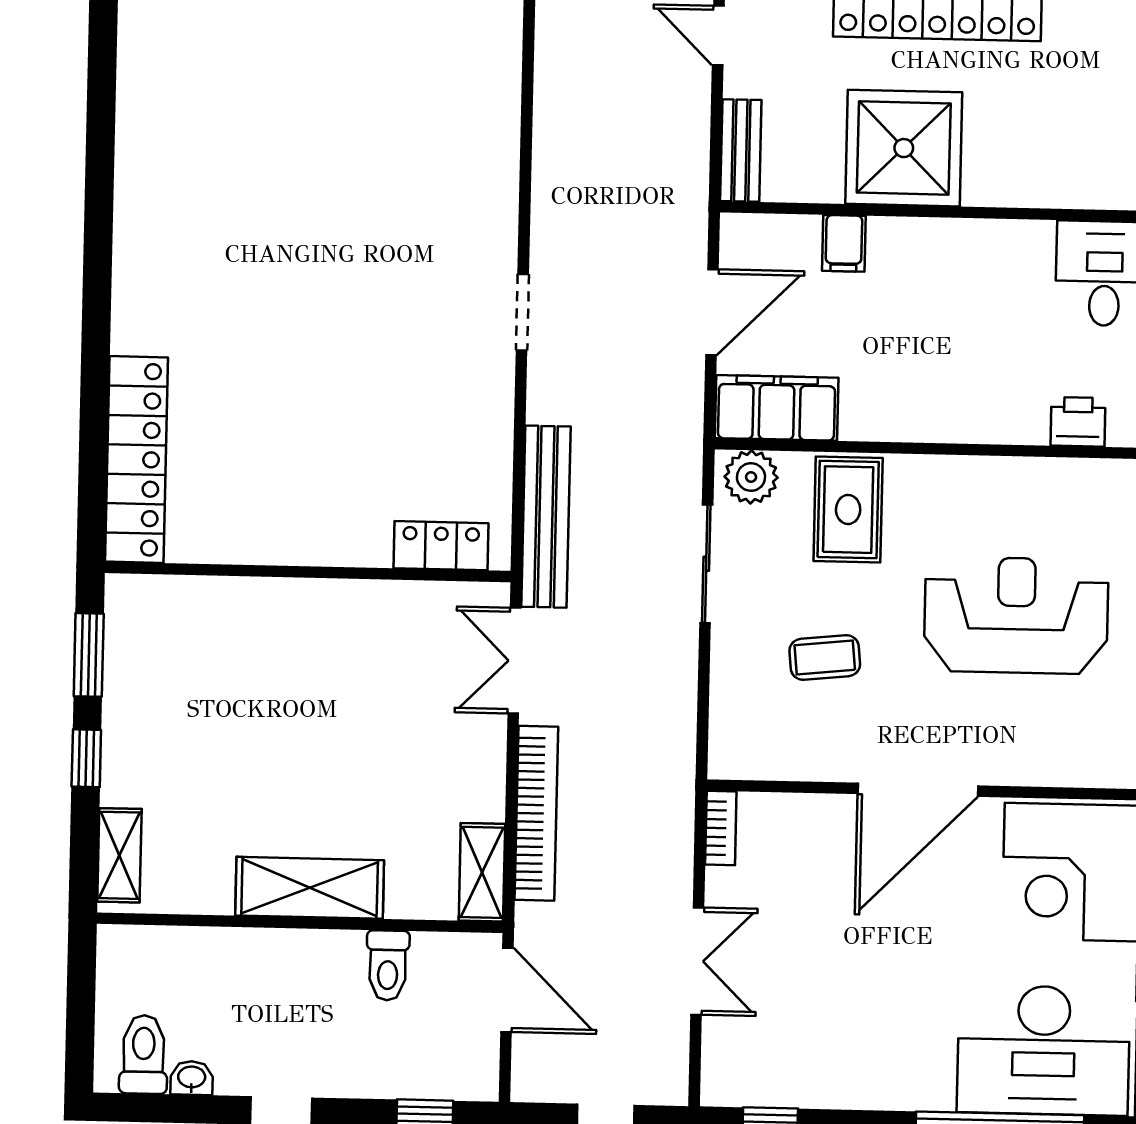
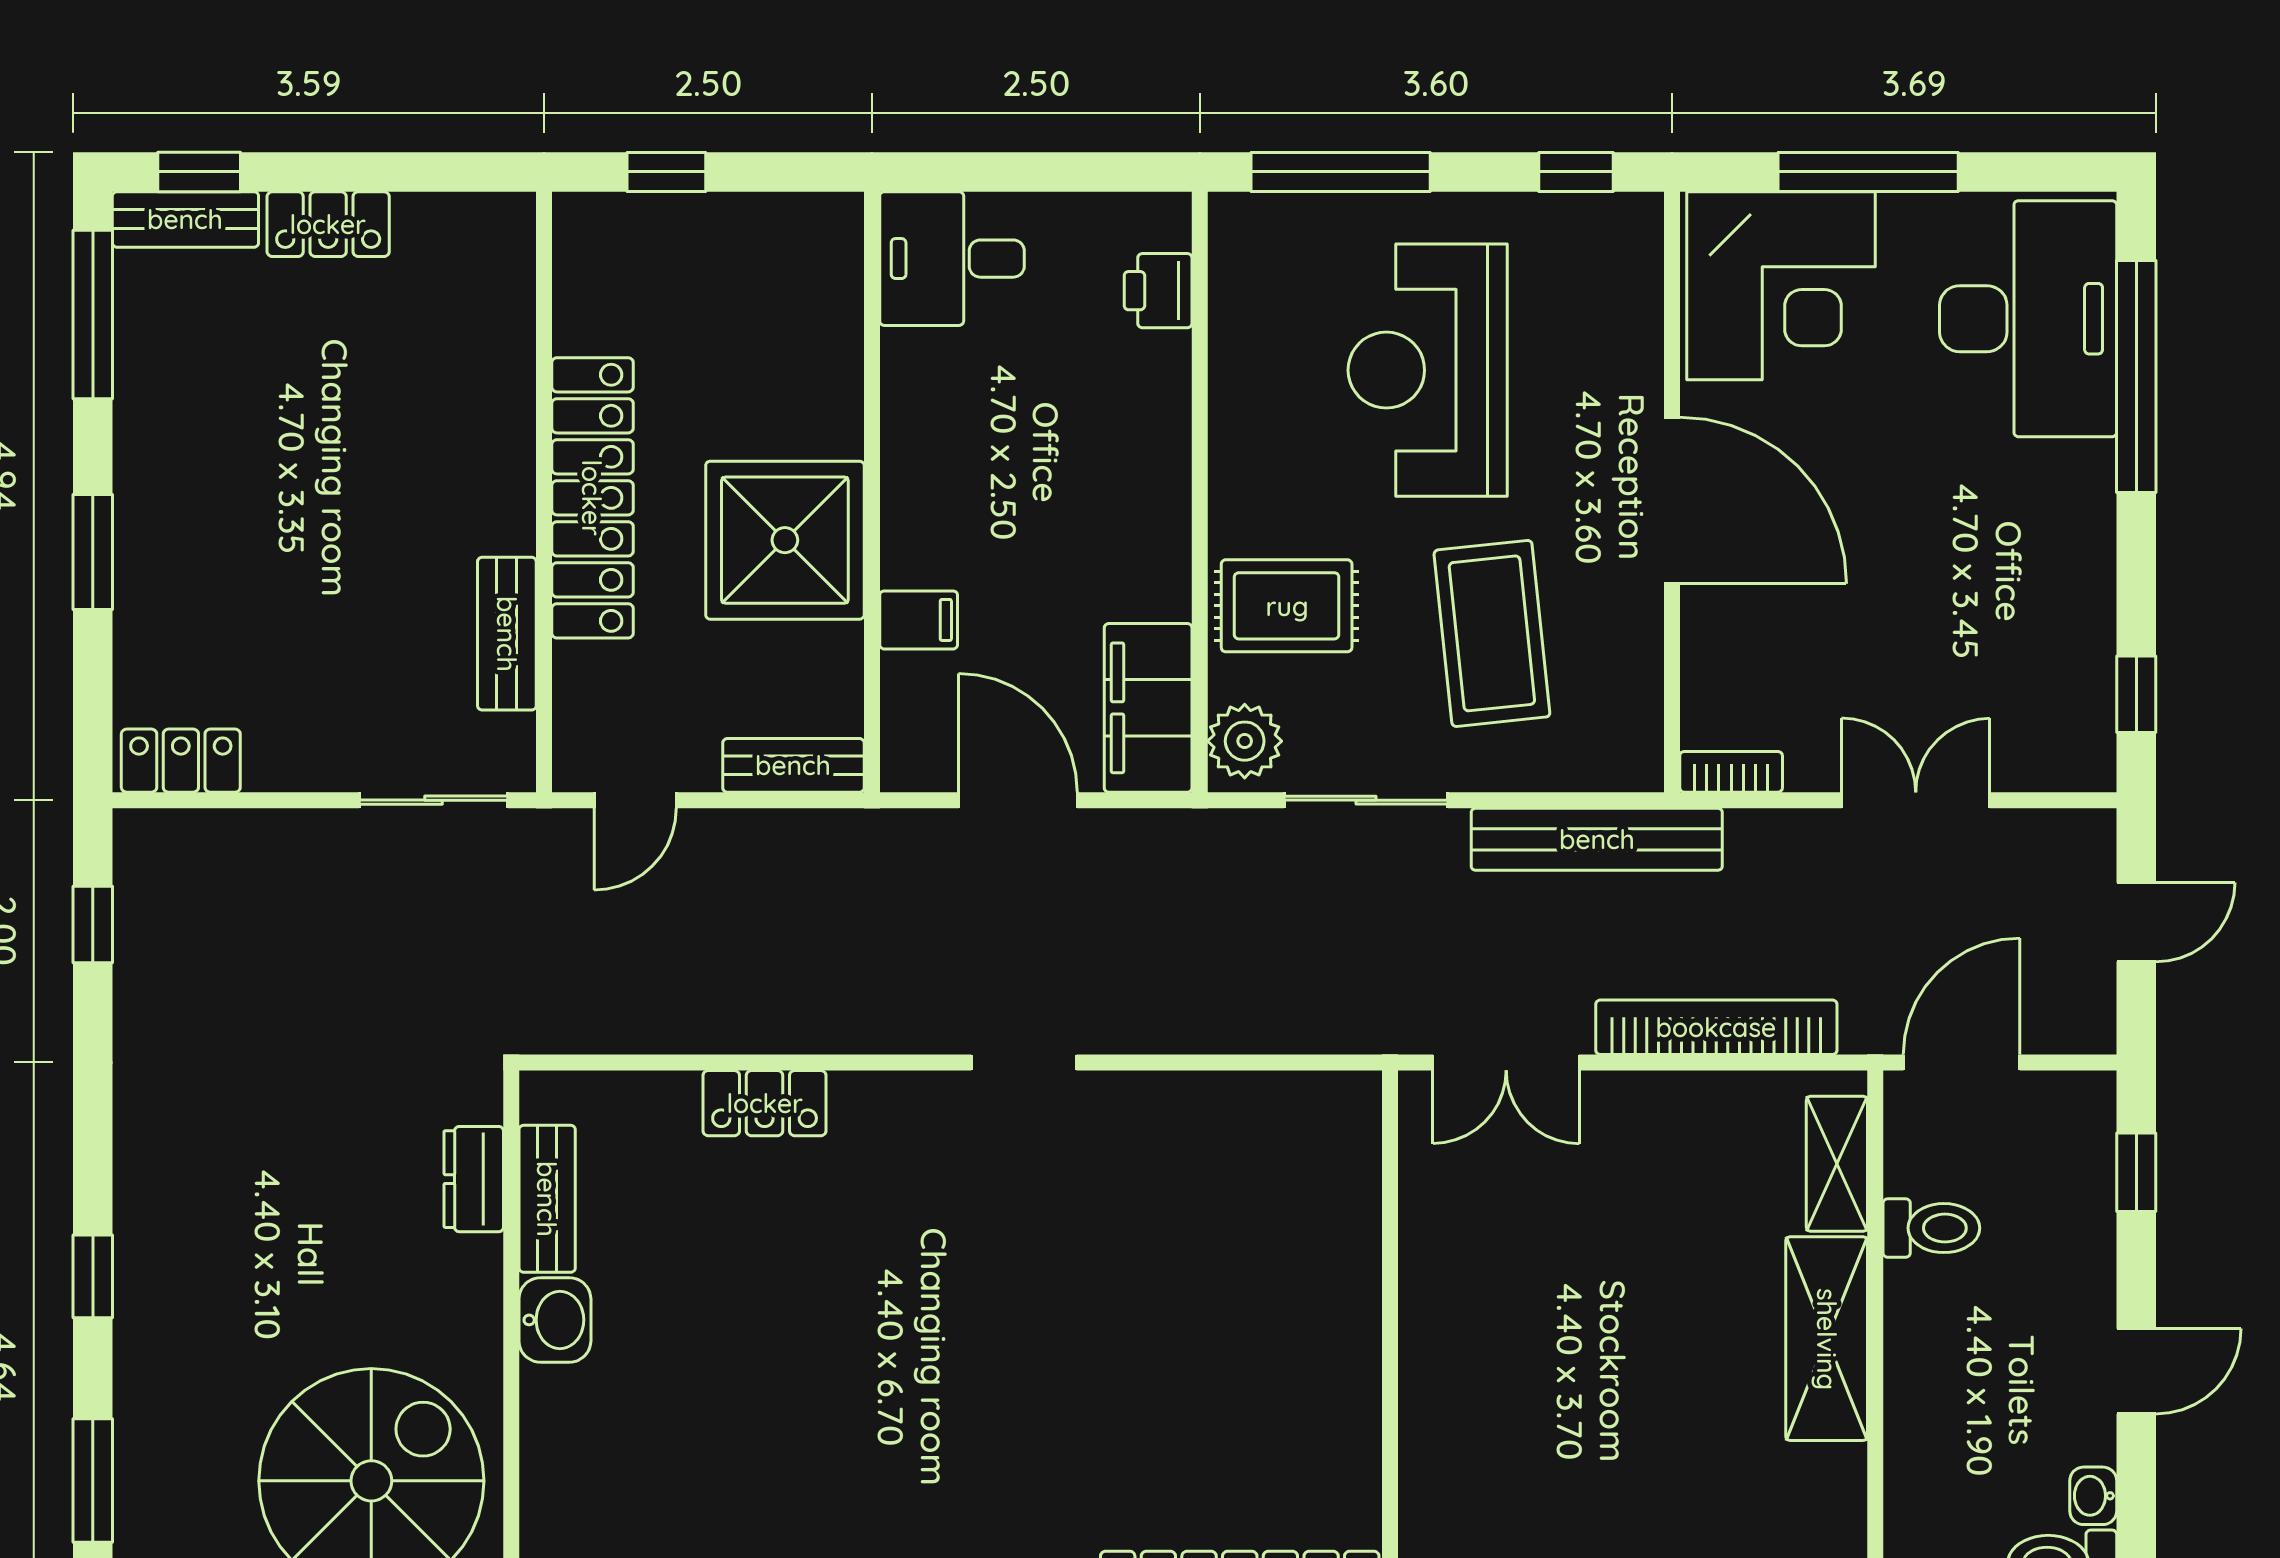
bench: (546, 517) -> (1597, 839), moved
locker: (441, 546) -> (765, 1103), moved, turned -90
coffee table: (825, 658) -> (1492, 633), width x1.86, depth x1.72
shelving: (482, 872) -> (1837, 1164), moved, turned 90

